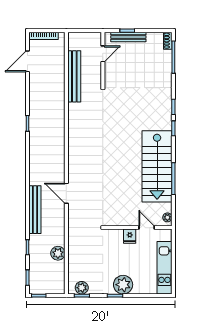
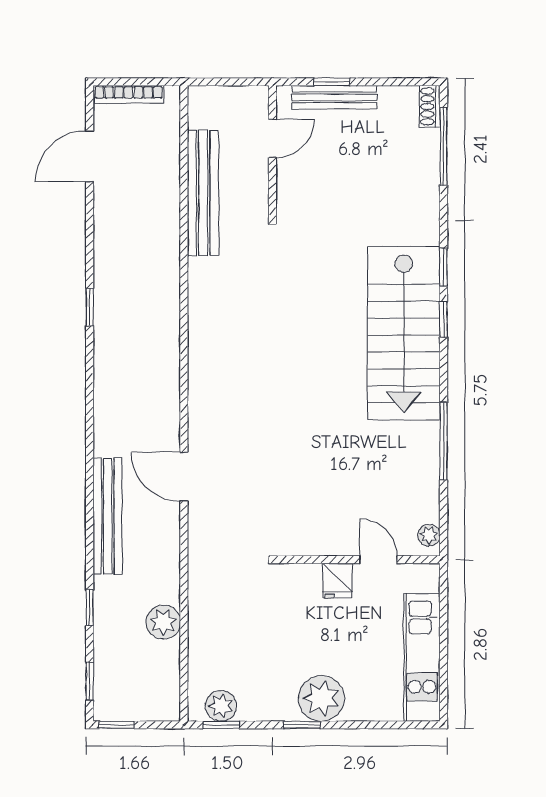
stairs: (157, 166) -> (404, 333), moved

